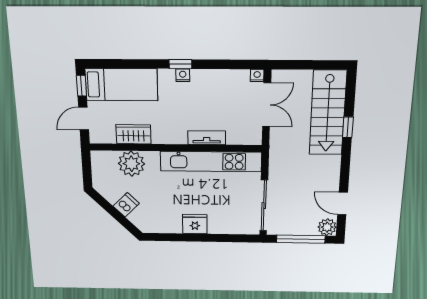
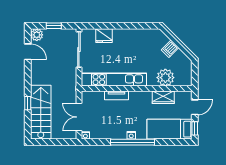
window: (180, 64) -> (133, 142), width x3.17
fridge: (195, 224) -> (104, 36), moved
window: (301, 239) -> (54, 26), width x0.46

